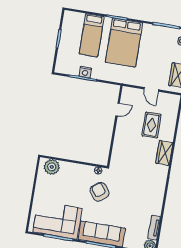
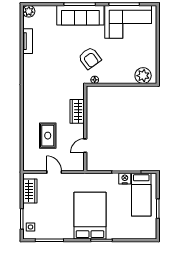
bed: (92, 35) -> (141, 195), moved, turned 180
wardrobe: (164, 153) -> (77, 111), moved, turned 180
tv unit: (154, 228) -> (28, 41), moved

